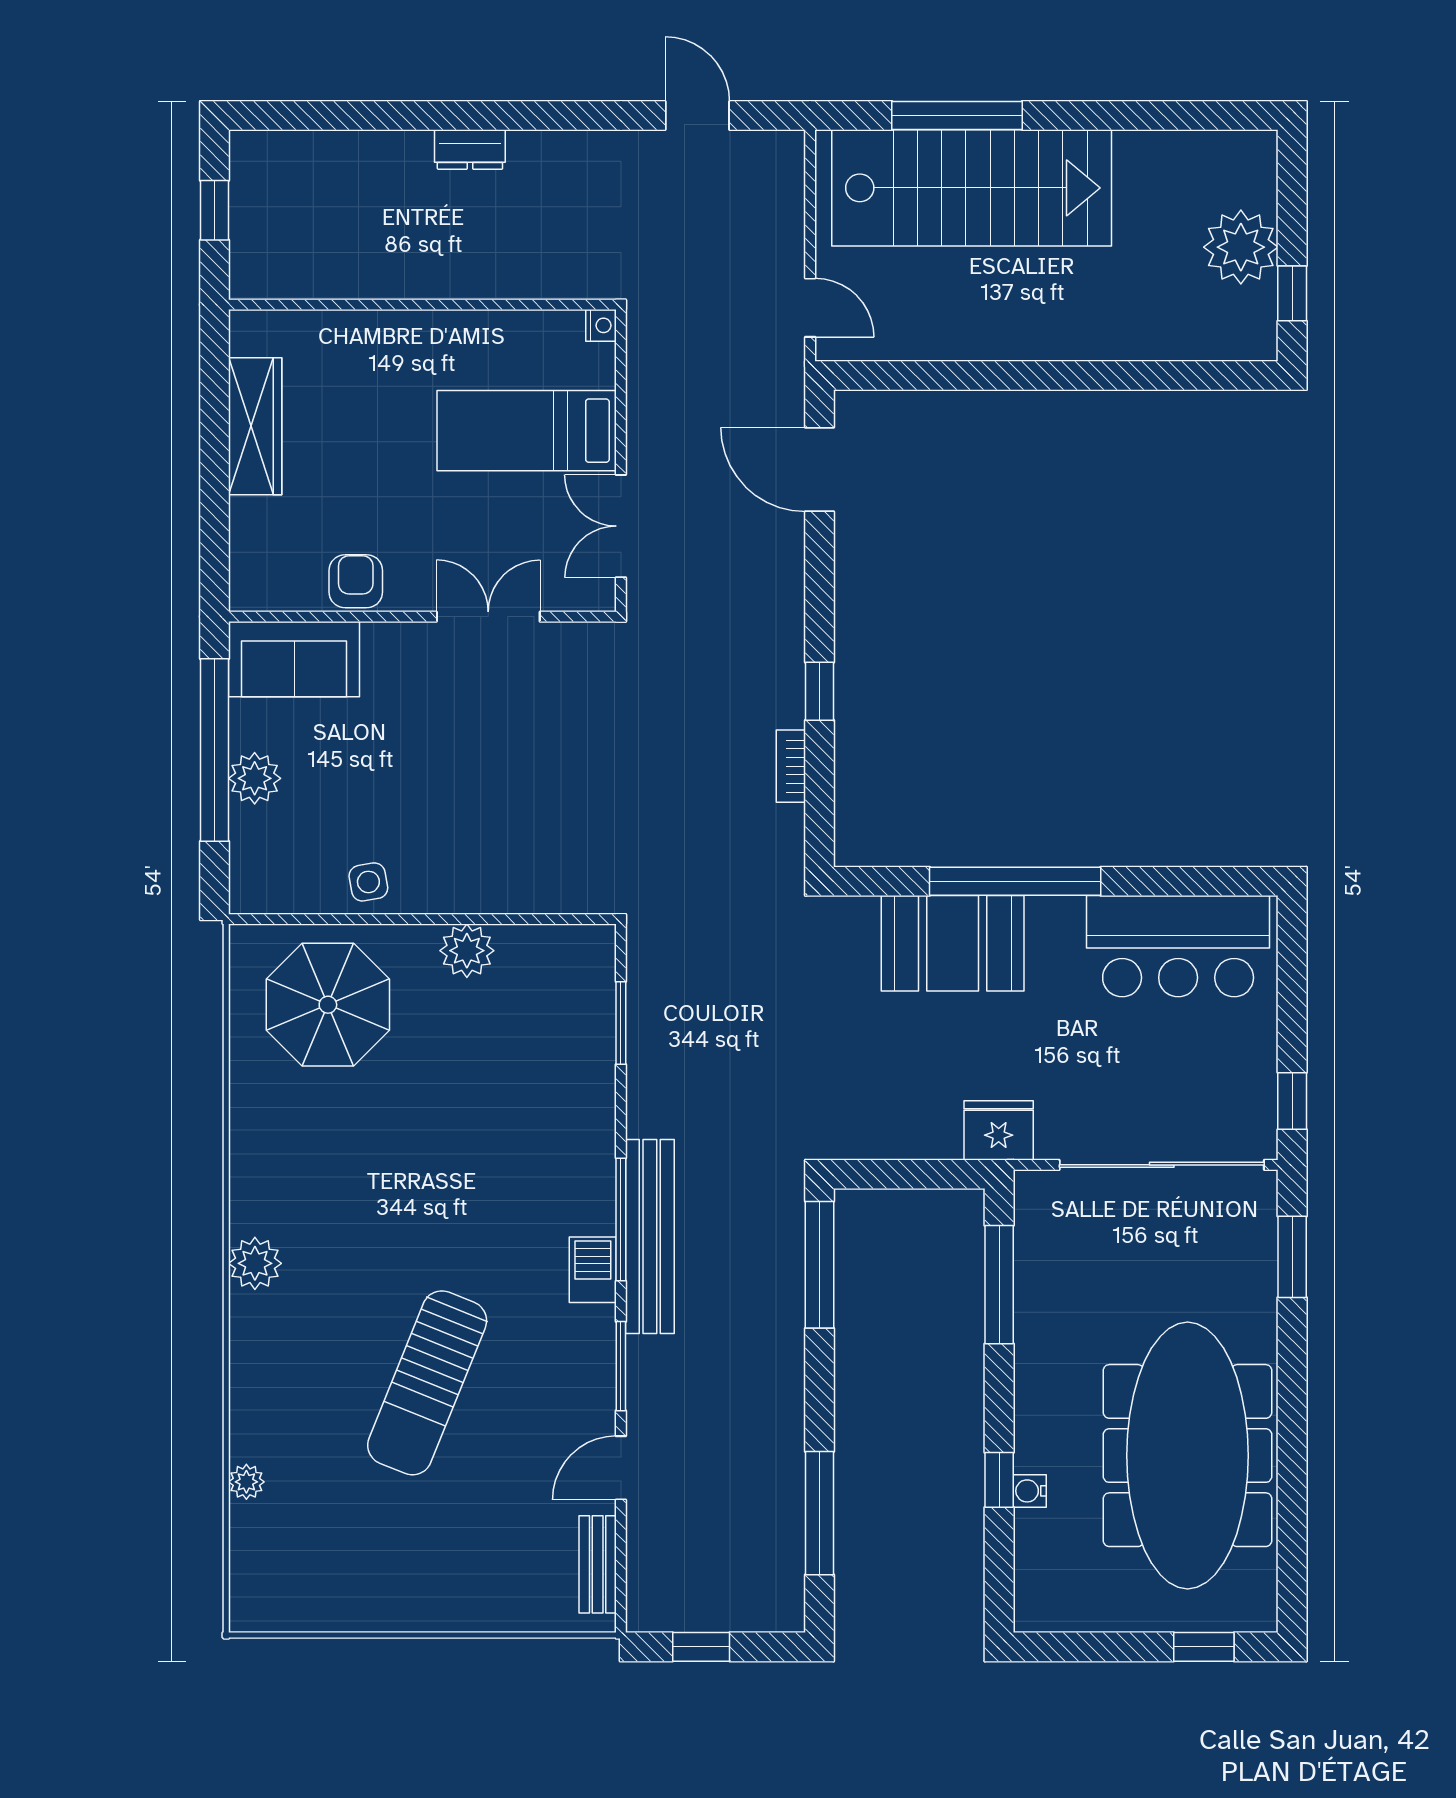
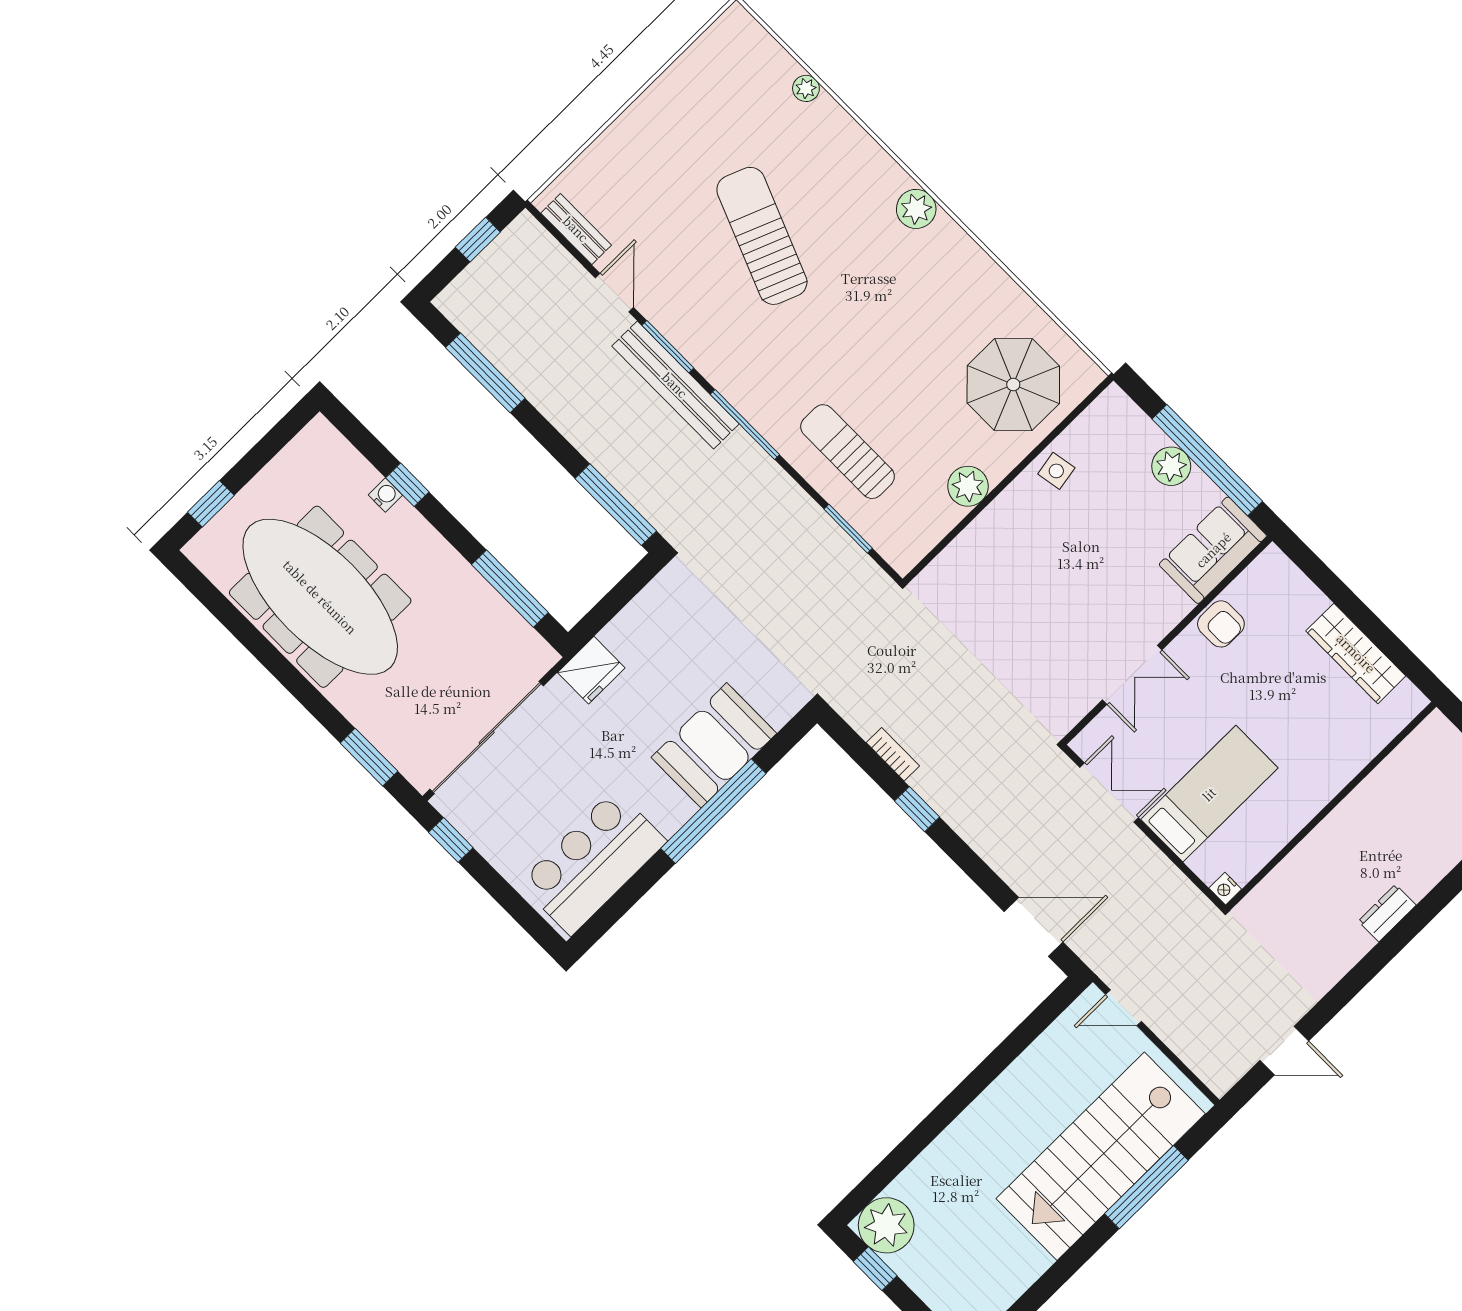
plant: (1241, 247) -> (886, 1225), moved
sun lounger: (549, 1097) -> (848, 452), added
bench: (650, 1236) -> (675, 385), moved
barbecue: (593, 1270) -> (733, 383), removed

